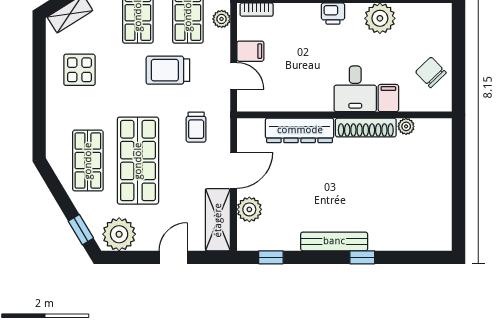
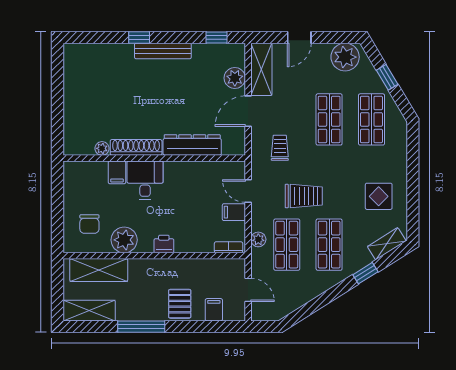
chair: (431, 72) -> (89, 224), moved, turned 44
shop shelf: (138, 161) -> (329, 119), width x0.70, depth x0.74
window: (81, 230) -> (387, 77), moved

